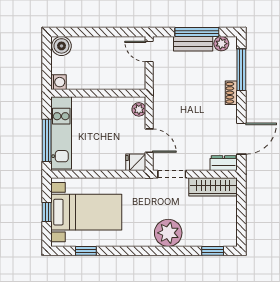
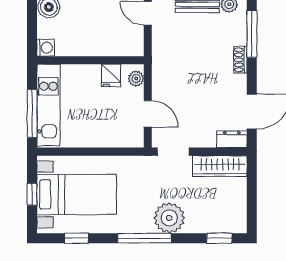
fridge: (136, 162) -> (111, 75), moved, turned -90
window: (146, 251) -> (144, 238), added

